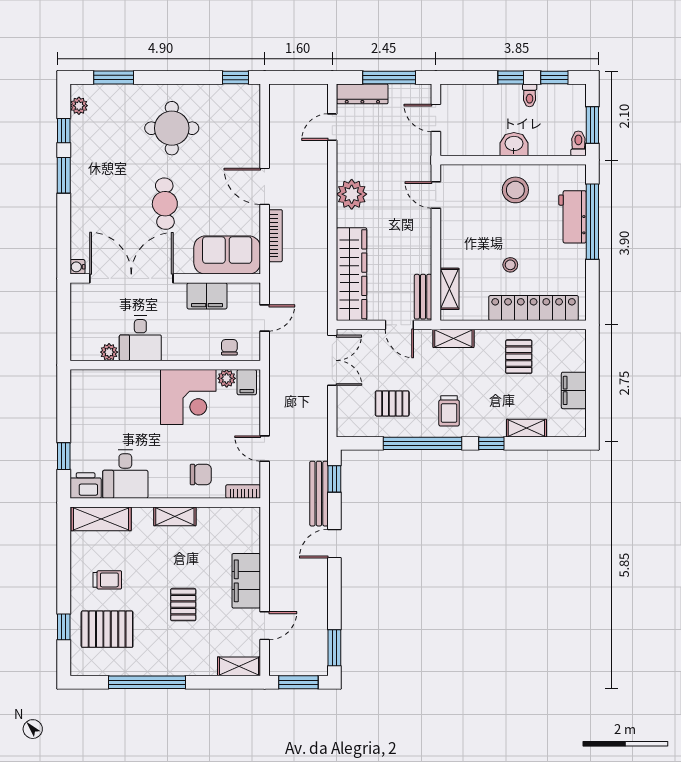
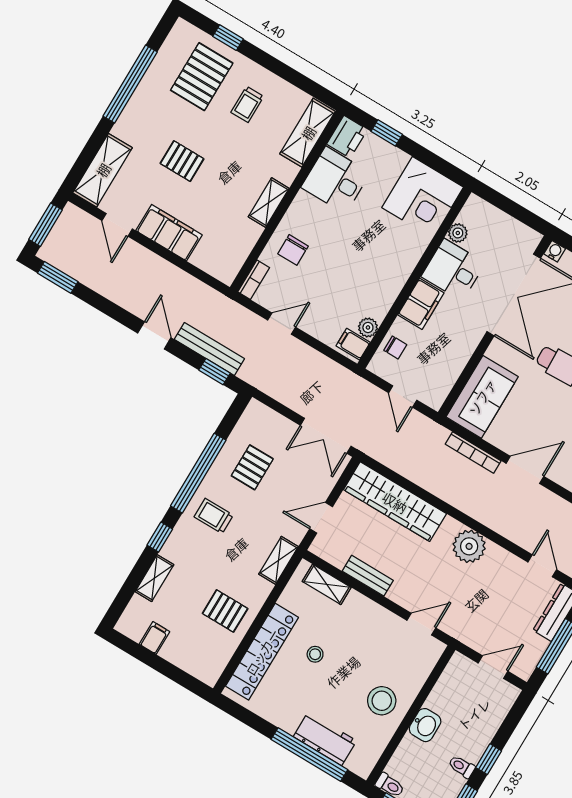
filing cabinet: (207, 296) -> (421, 304), moved, turned 180
bench: (423, 297) -> (368, 576), moved
filing cabinet: (574, 390) -> (154, 638), width x0.50
corner desk: (188, 397) -> (423, 197), moved, turned -90
shelving: (239, 666) -> (103, 170), width x1.50, depth x1.33

